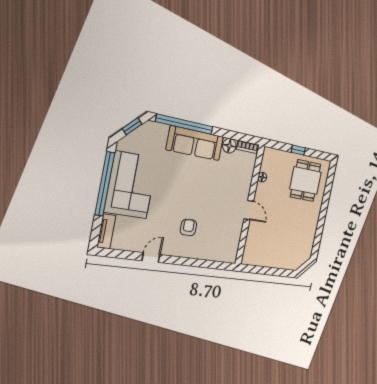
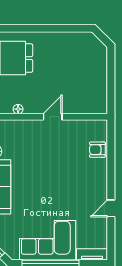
armchair: (188, 227) -> (97, 150), moved
door: (151, 258) -> (111, 208), hinge flipped

